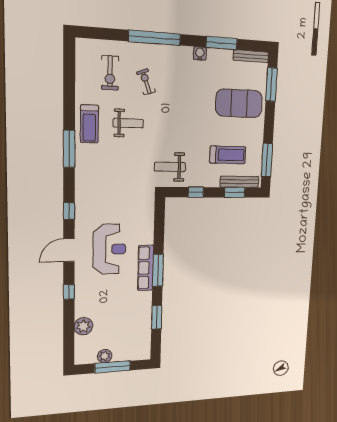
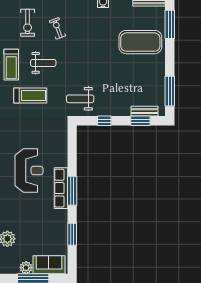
treadmill: (228, 155) -> (30, 96), moved
bench: (239, 182) -> (144, 111), width x0.73
sofa: (130, 351) -> (49, 265), added

